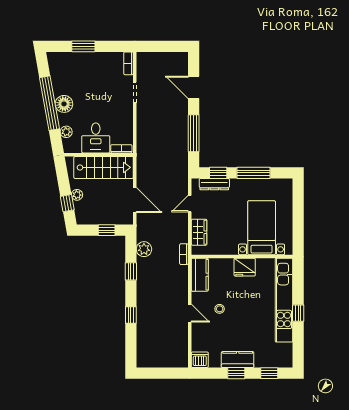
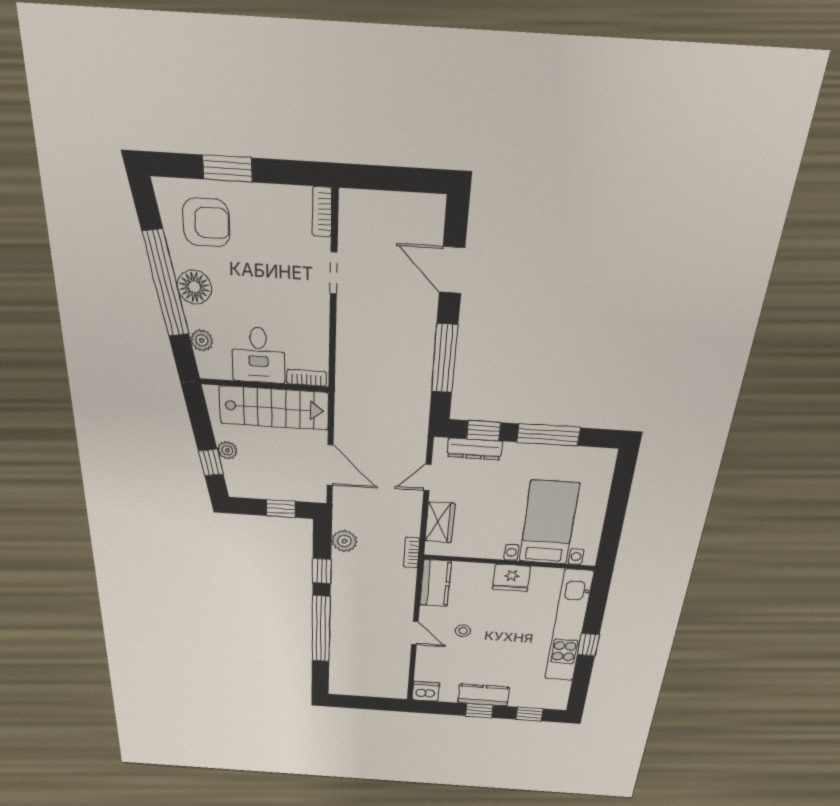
armchair: (72, 72) -> (206, 223), added
window: (131, 315) -> (321, 629), width x3.17

